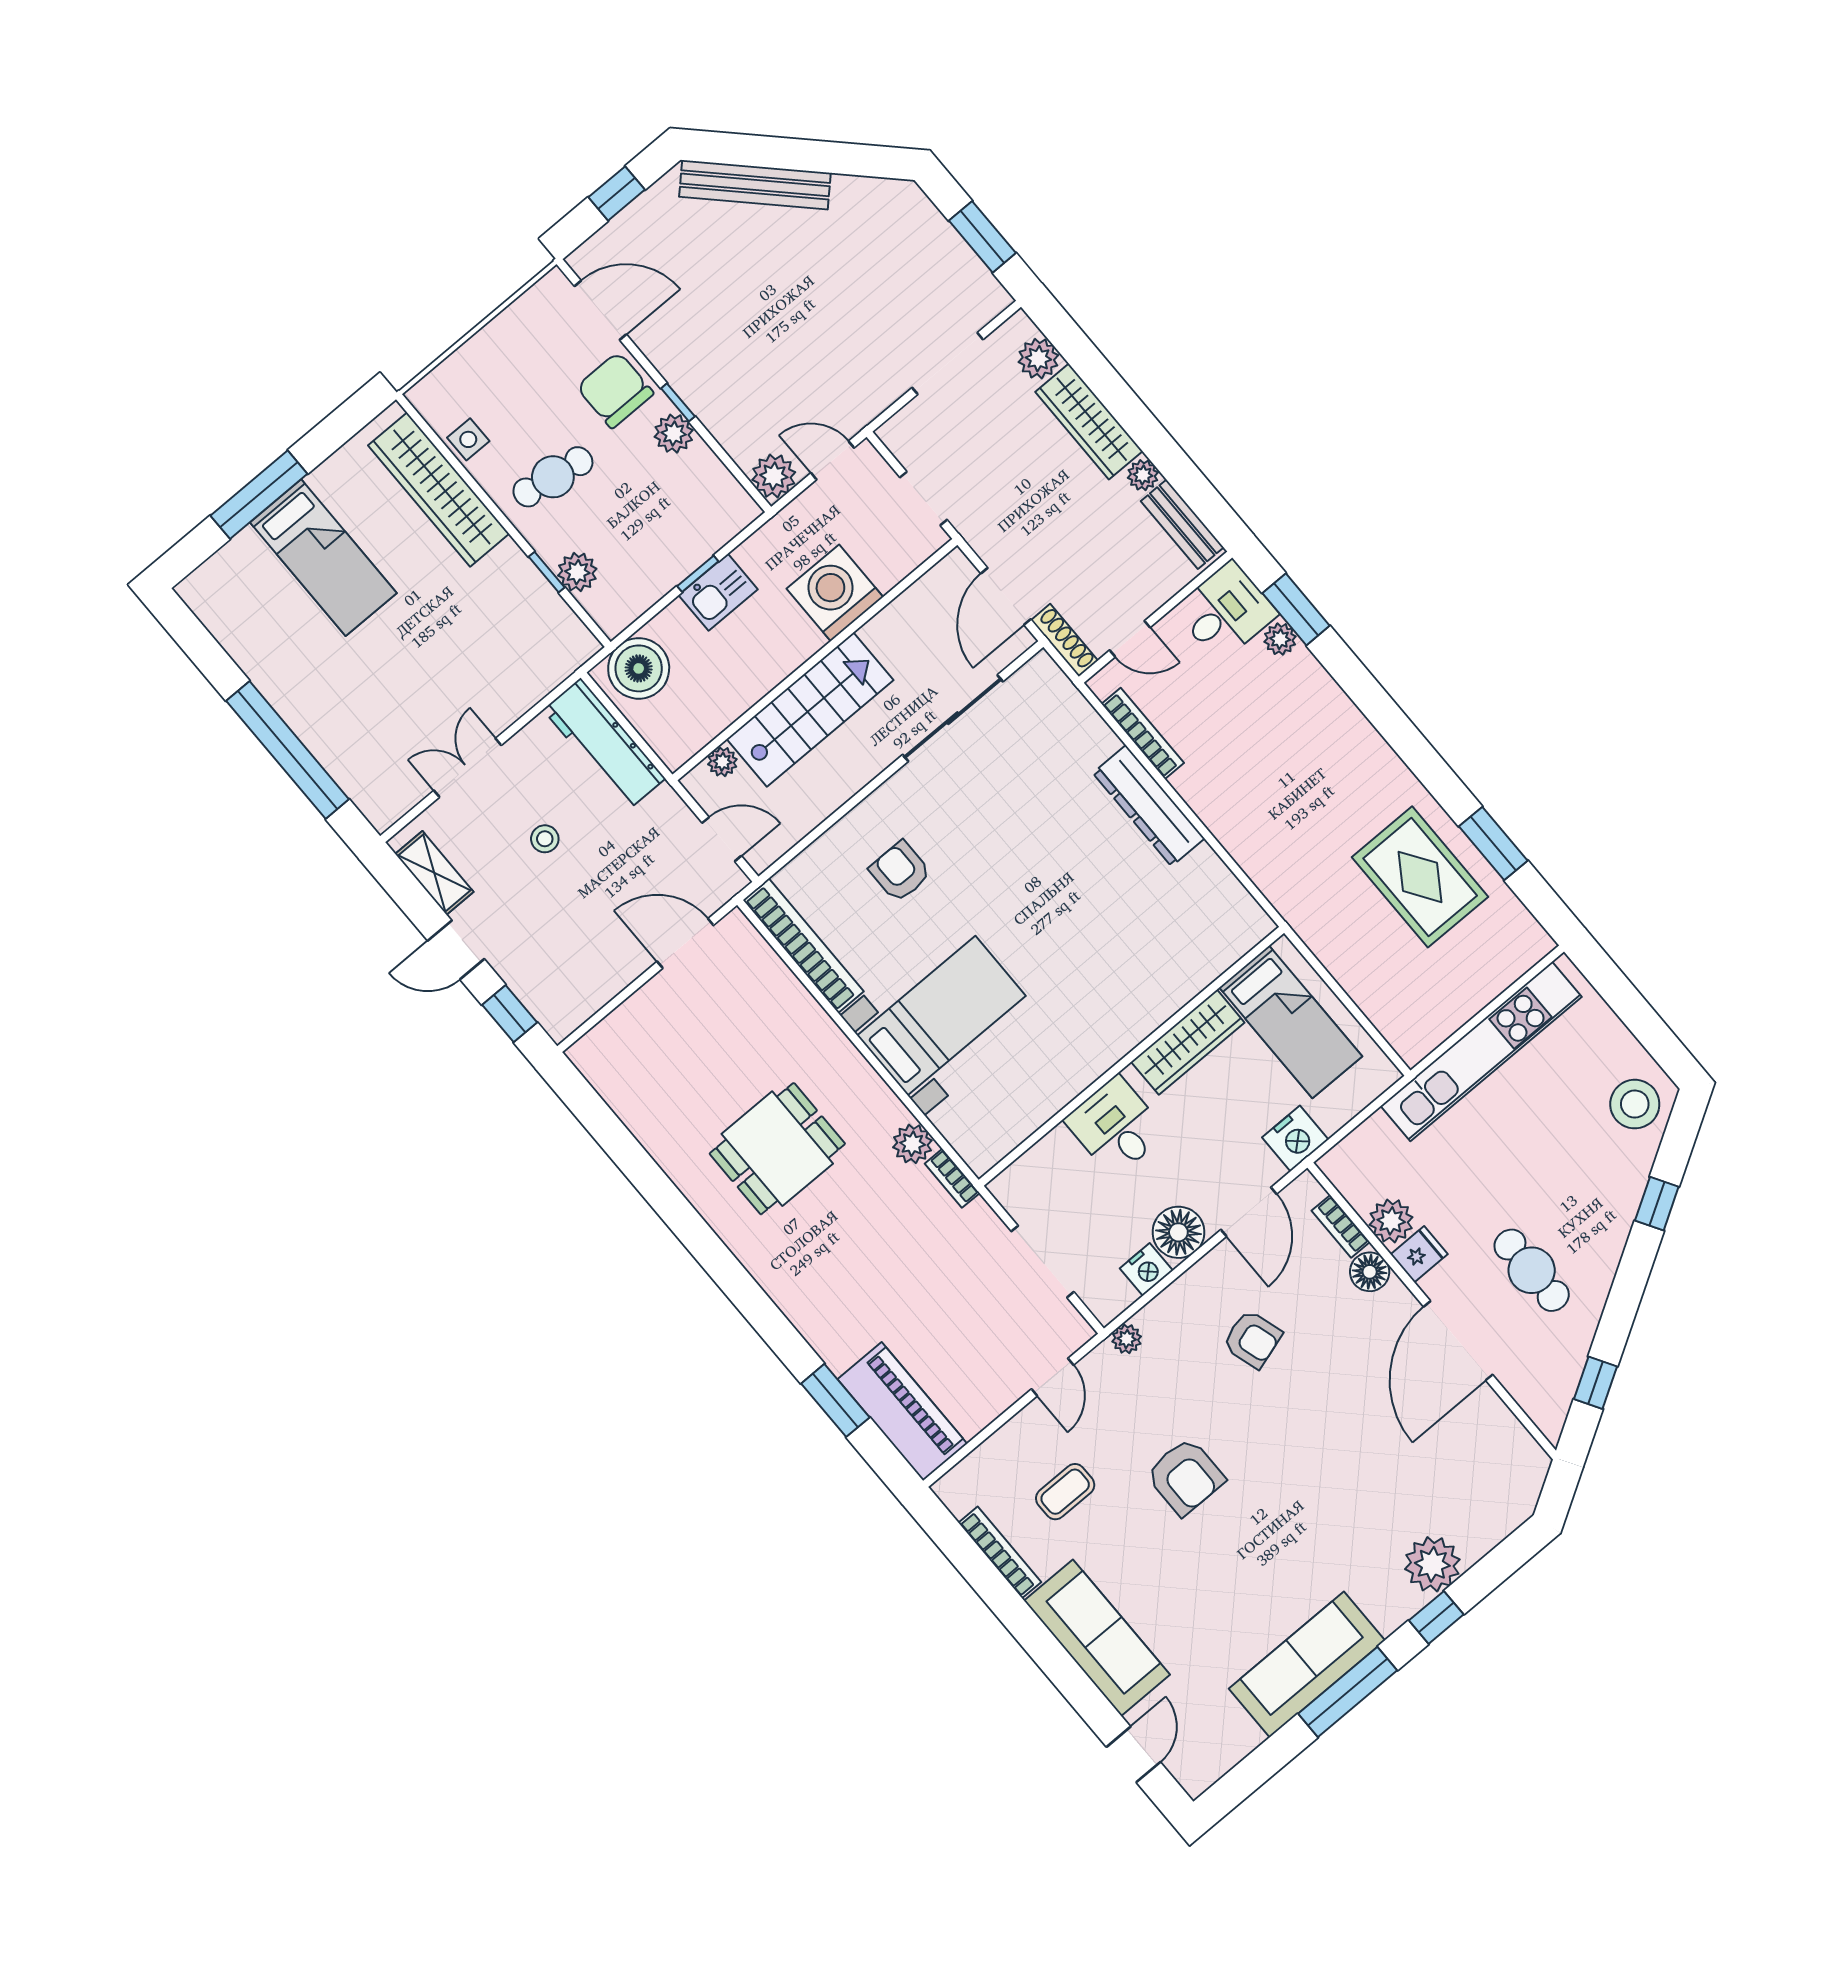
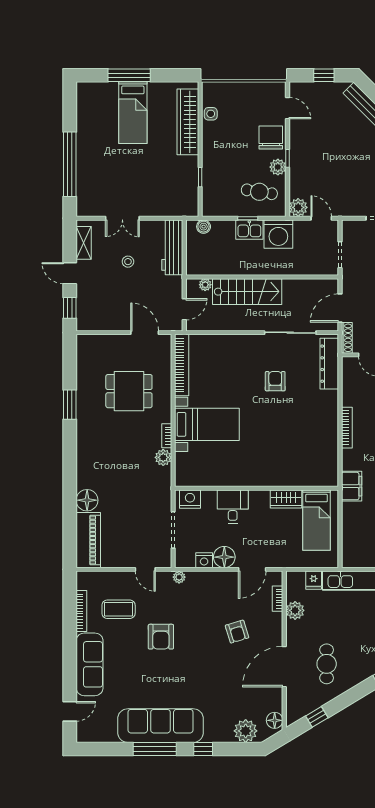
door: (600, 310) -> (287, 108), width x0.73
cafe table: (553, 477) -> (259, 192), moved
plant: (577, 572) -> (210, 185), removed
washing machine: (835, 593) -> (278, 234), moved, turned 180
boiler: (639, 668) -> (204, 227), width x0.54, depth x0.54
bookcase: (1143, 733) -> (347, 428), moved
double door: (467, 768) -> (122, 218), swing flipped
dresser: (1149, 806) -> (329, 364), moved
door: (722, 839) -> (184, 309), hinge flipped
armchair: (900, 871) -> (275, 381), moved
filing cabinet: (1302, 905) -> (352, 486), added
wardrobe: (1188, 1042) -> (286, 499), width x0.67
nightstand: (1295, 1139) -> (190, 499), moved, turned 180
dining table: (777, 1149) -> (129, 391), moved
bookcase: (952, 1178) -> (167, 436), moved
fridge: (1419, 1254) -> (314, 580), moved, turned 90
floor lamp: (1370, 1272) -> (275, 720), moved
armchair: (1252, 1339) -> (237, 632), moved
floor lamp: (839, 1340) -> (87, 500), added
door: (1053, 1377) -> (145, 569), hinge flipped
window: (835, 1400) -> (70, 405), moved
coffee table: (1065, 1492) -> (119, 609), width x1.36, depth x1.30
plant: (1432, 1564) -> (246, 731), moved
sofa: (1307, 1665) -> (161, 726), width x1.36, depth x1.27

